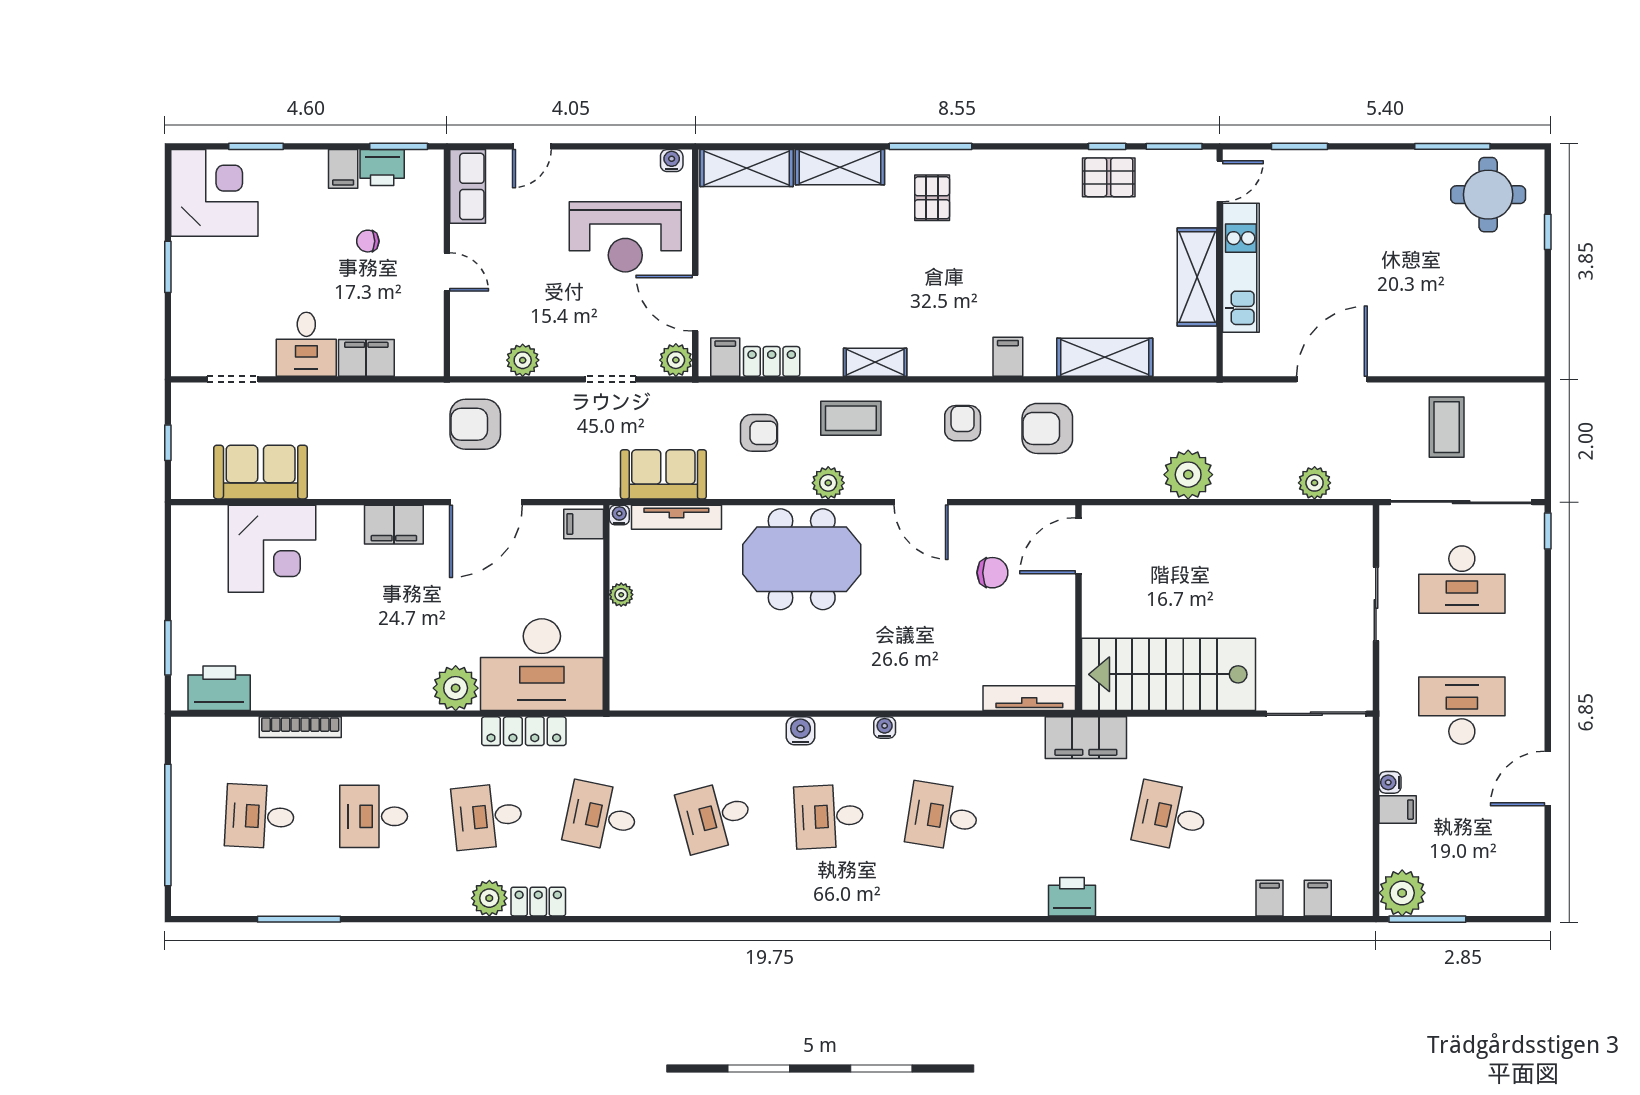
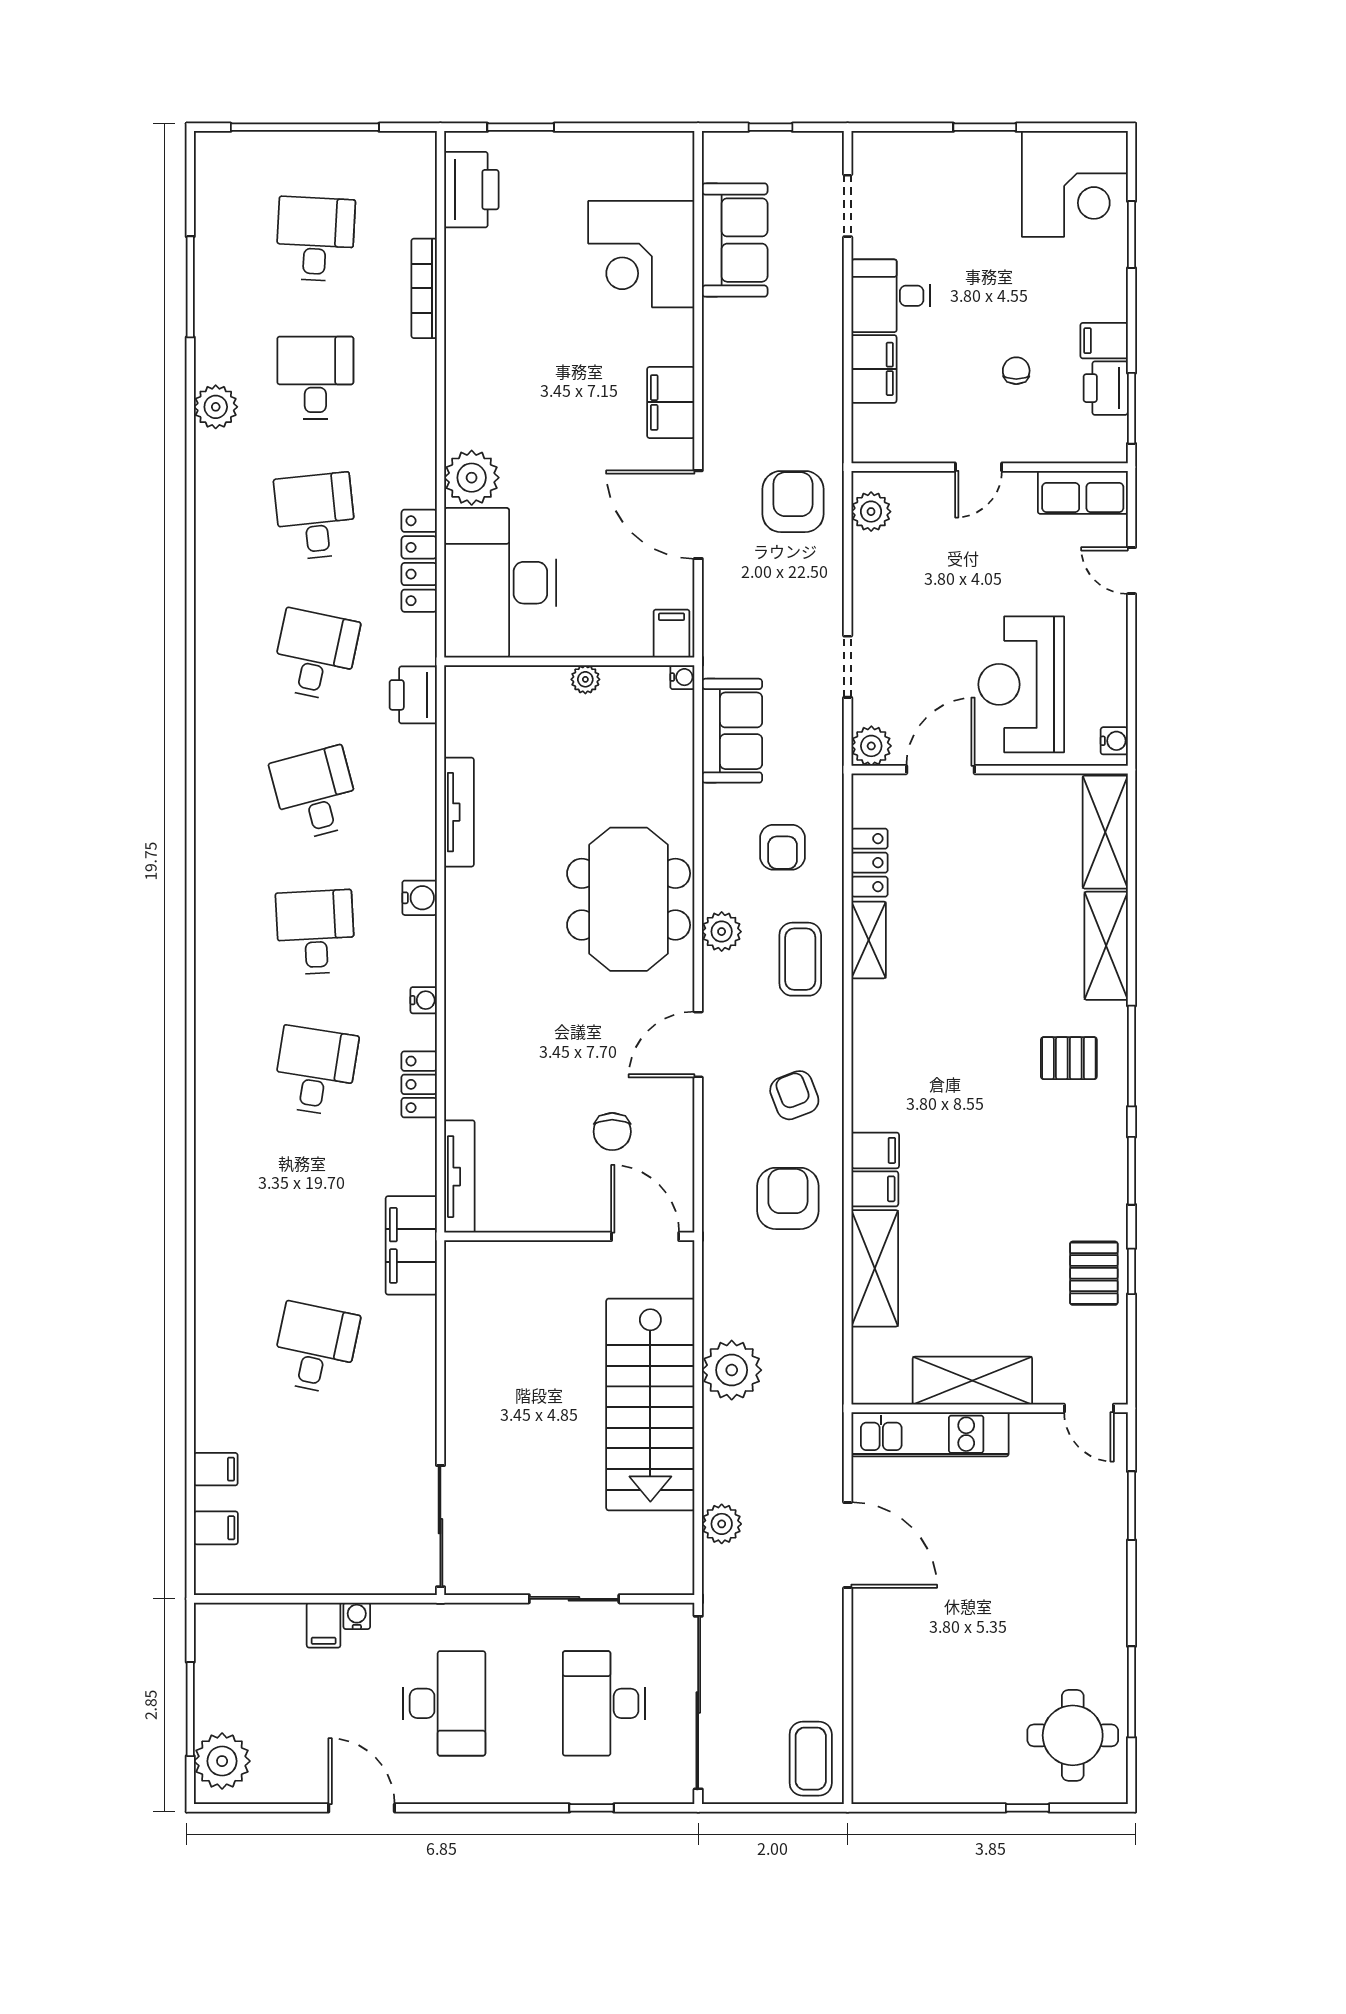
window: (1174, 146) -> (1131, 1171), moved
kitchen unit: (1241, 268) -> (930, 1434), moved
filing cabinet: (725, 357) -> (875, 1189), moved
plant: (523, 360) -> (871, 512), moved
shelving: (875, 362) -> (869, 940), moved
armchair: (963, 423) -> (794, 1095), turned -111
coffee table: (1447, 427) -> (811, 1759), moved, turned 90
tv unit: (676, 517) -> (459, 812), moved, turned 180
window: (1548, 531) -> (592, 1808), moved
stairs: (1169, 674) -> (650, 1404), moved, turned 180
plant: (1402, 893) -> (222, 1761), moved
printer: (1072, 897) -> (413, 695), moved, turned 180
plant: (489, 898) -> (216, 407), moved
locker: (538, 902) -> (419, 1084), moved, turned 180
window: (1427, 919) -> (190, 1709), moved

